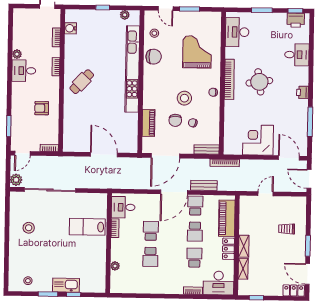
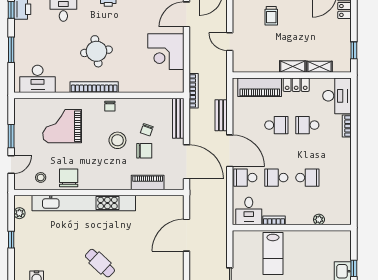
bench: (207, 149) -> (178, 118), width x1.36
school desk: (195, 206) -> (245, 178), moved

